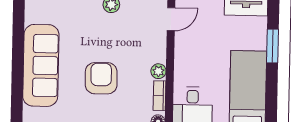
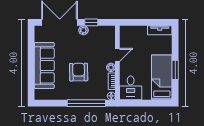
door: (171, 19) -> (117, 55), moved
window: (273, 46) -> (175, 70), moved

